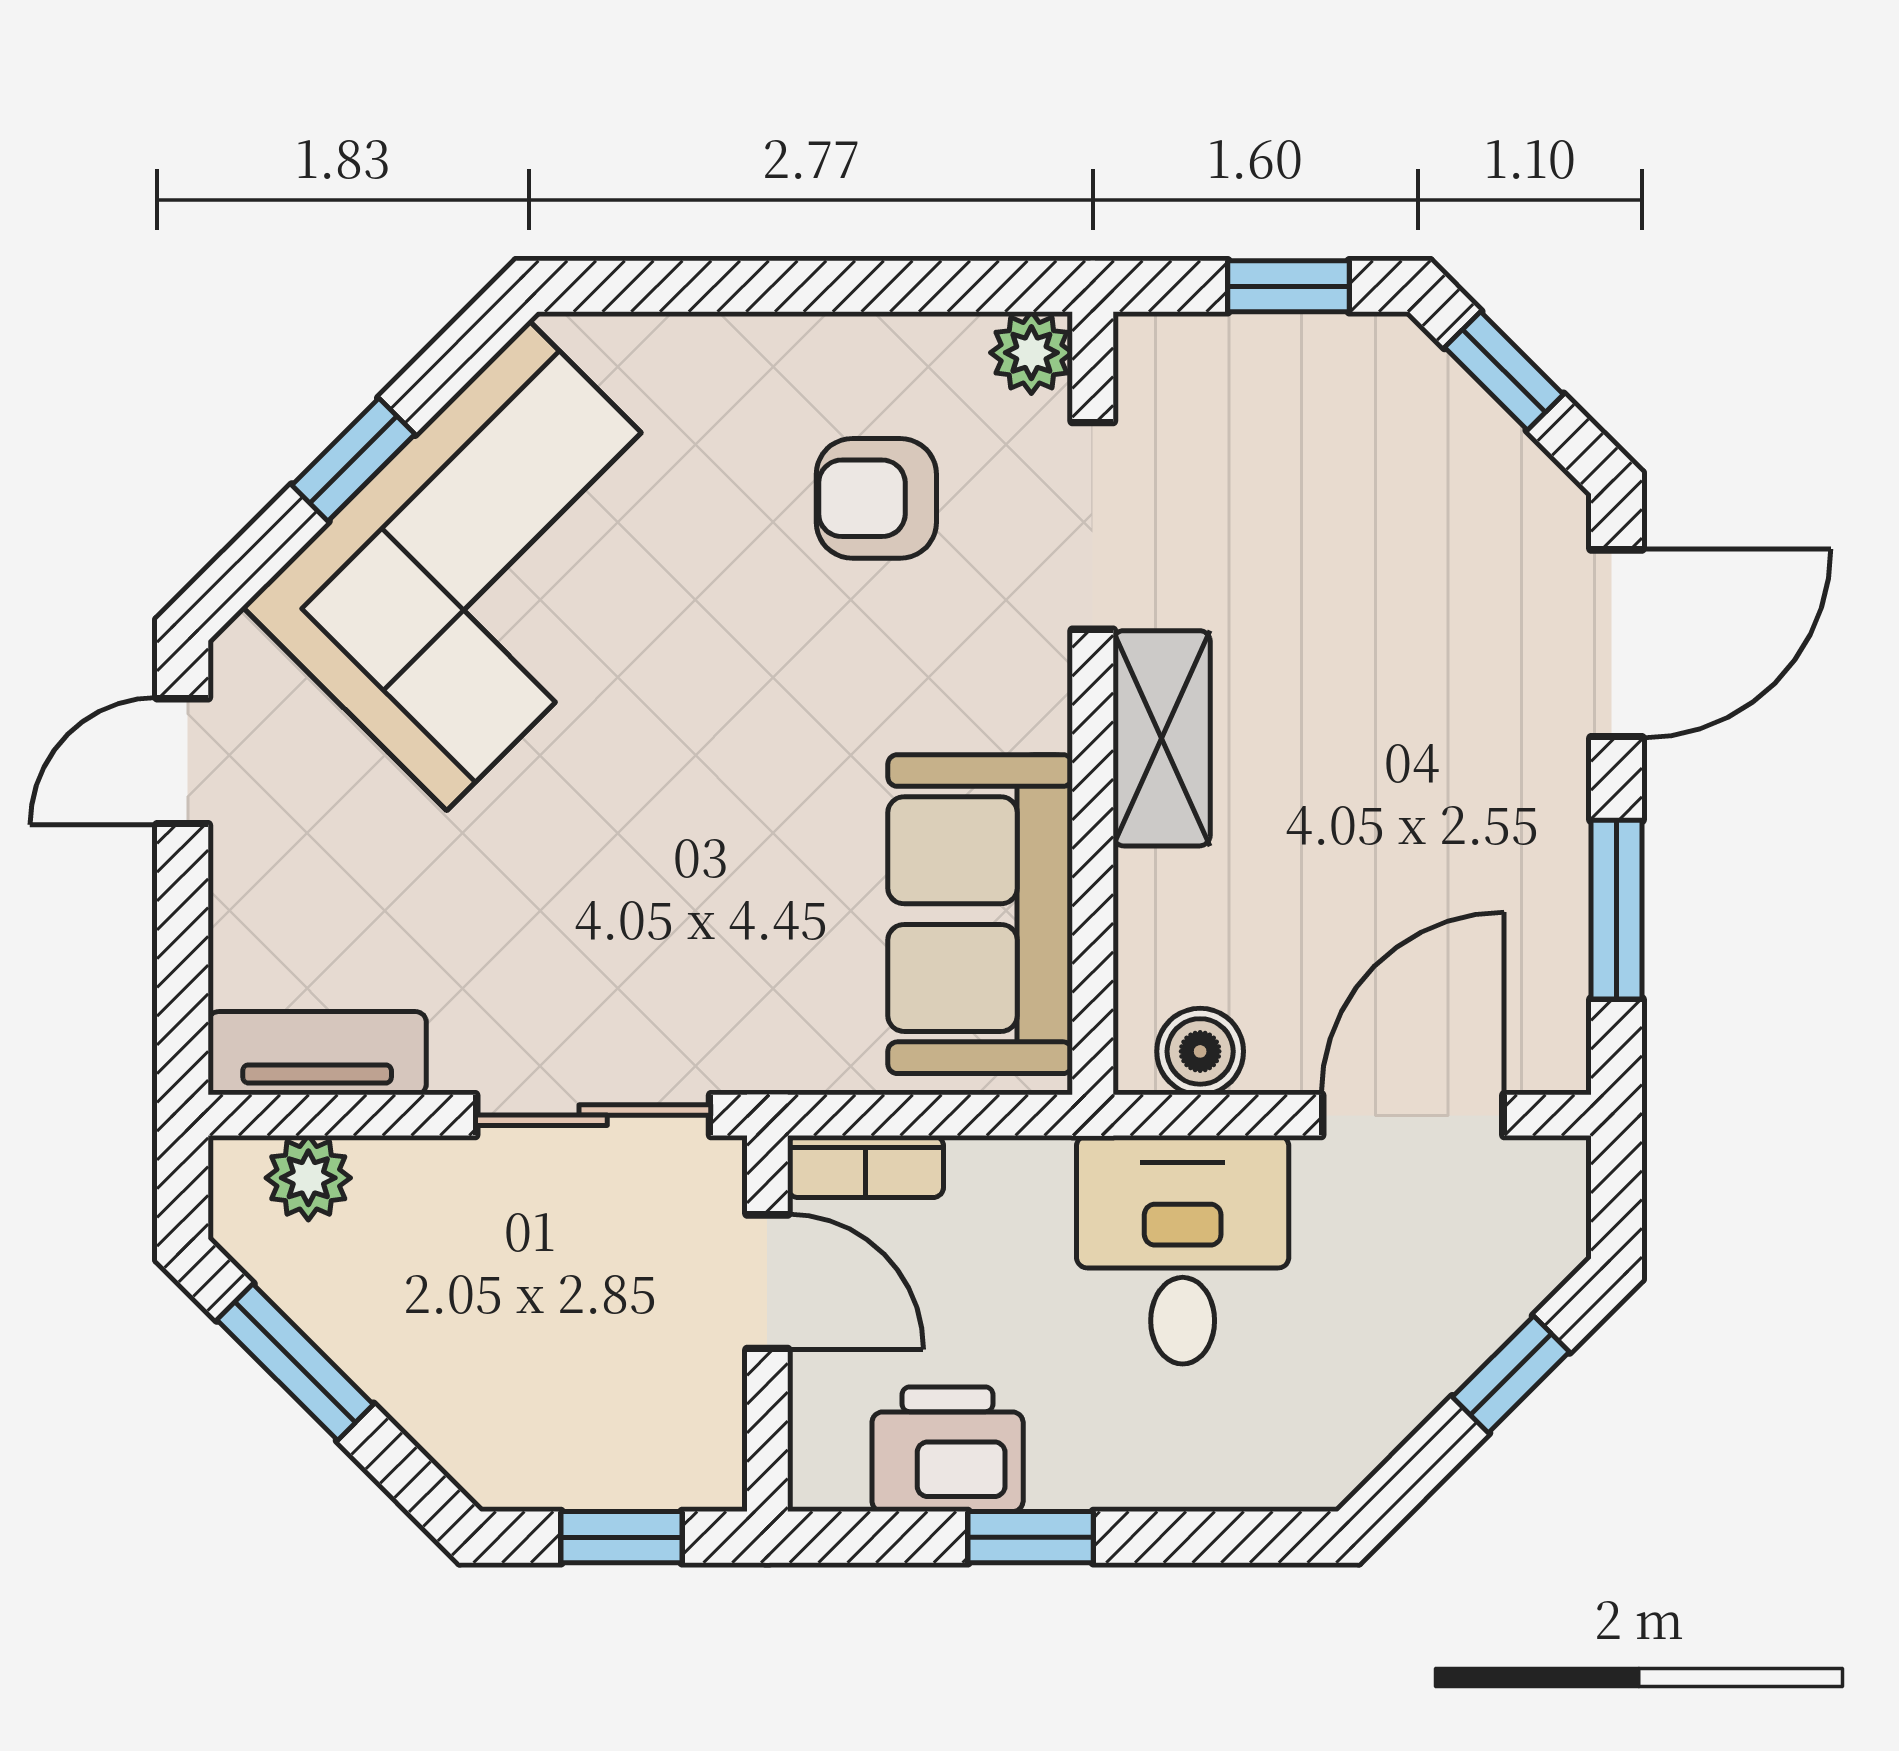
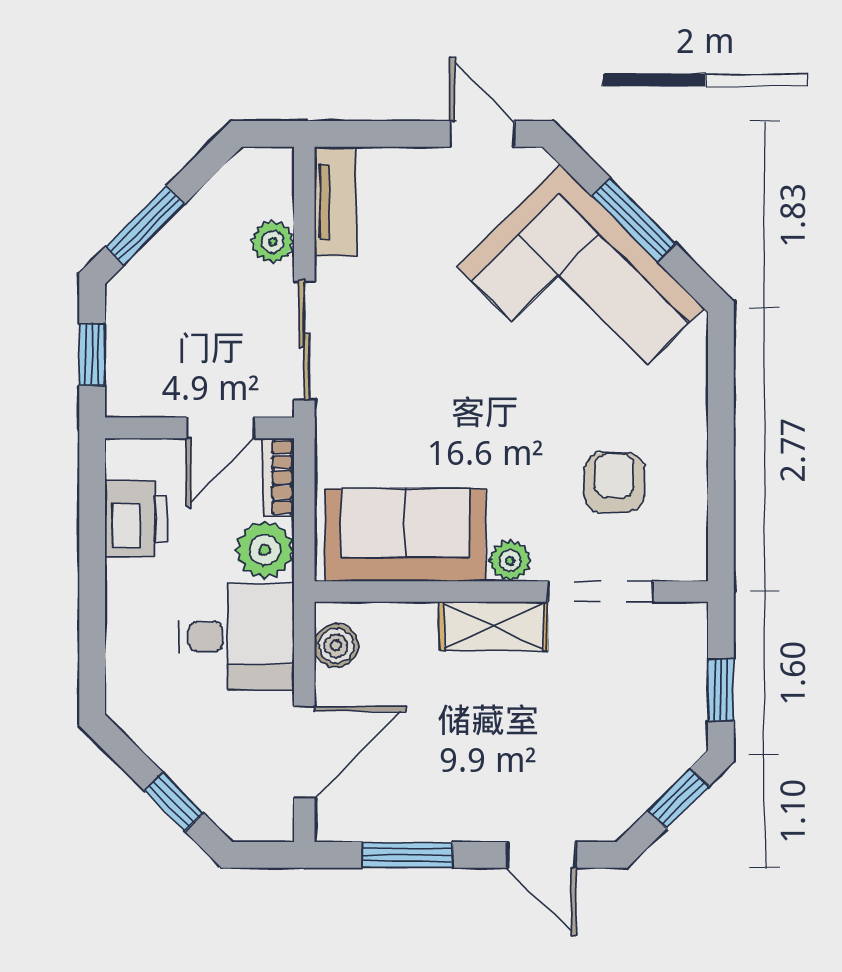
plant: (1031, 353) -> (510, 561), moved
window: (353, 460) -> (634, 220), width x1.50
door: (1616, 643) -> (541, 855), width x0.73
door: (1413, 1115) -> (304, 752), hinge flipped
plant: (308, 1178) -> (273, 242), moved
plant: (1010, 1194) -> (265, 550), added
window: (295, 1362) -> (145, 225), moved
window: (1031, 1537) -> (92, 560), removed

